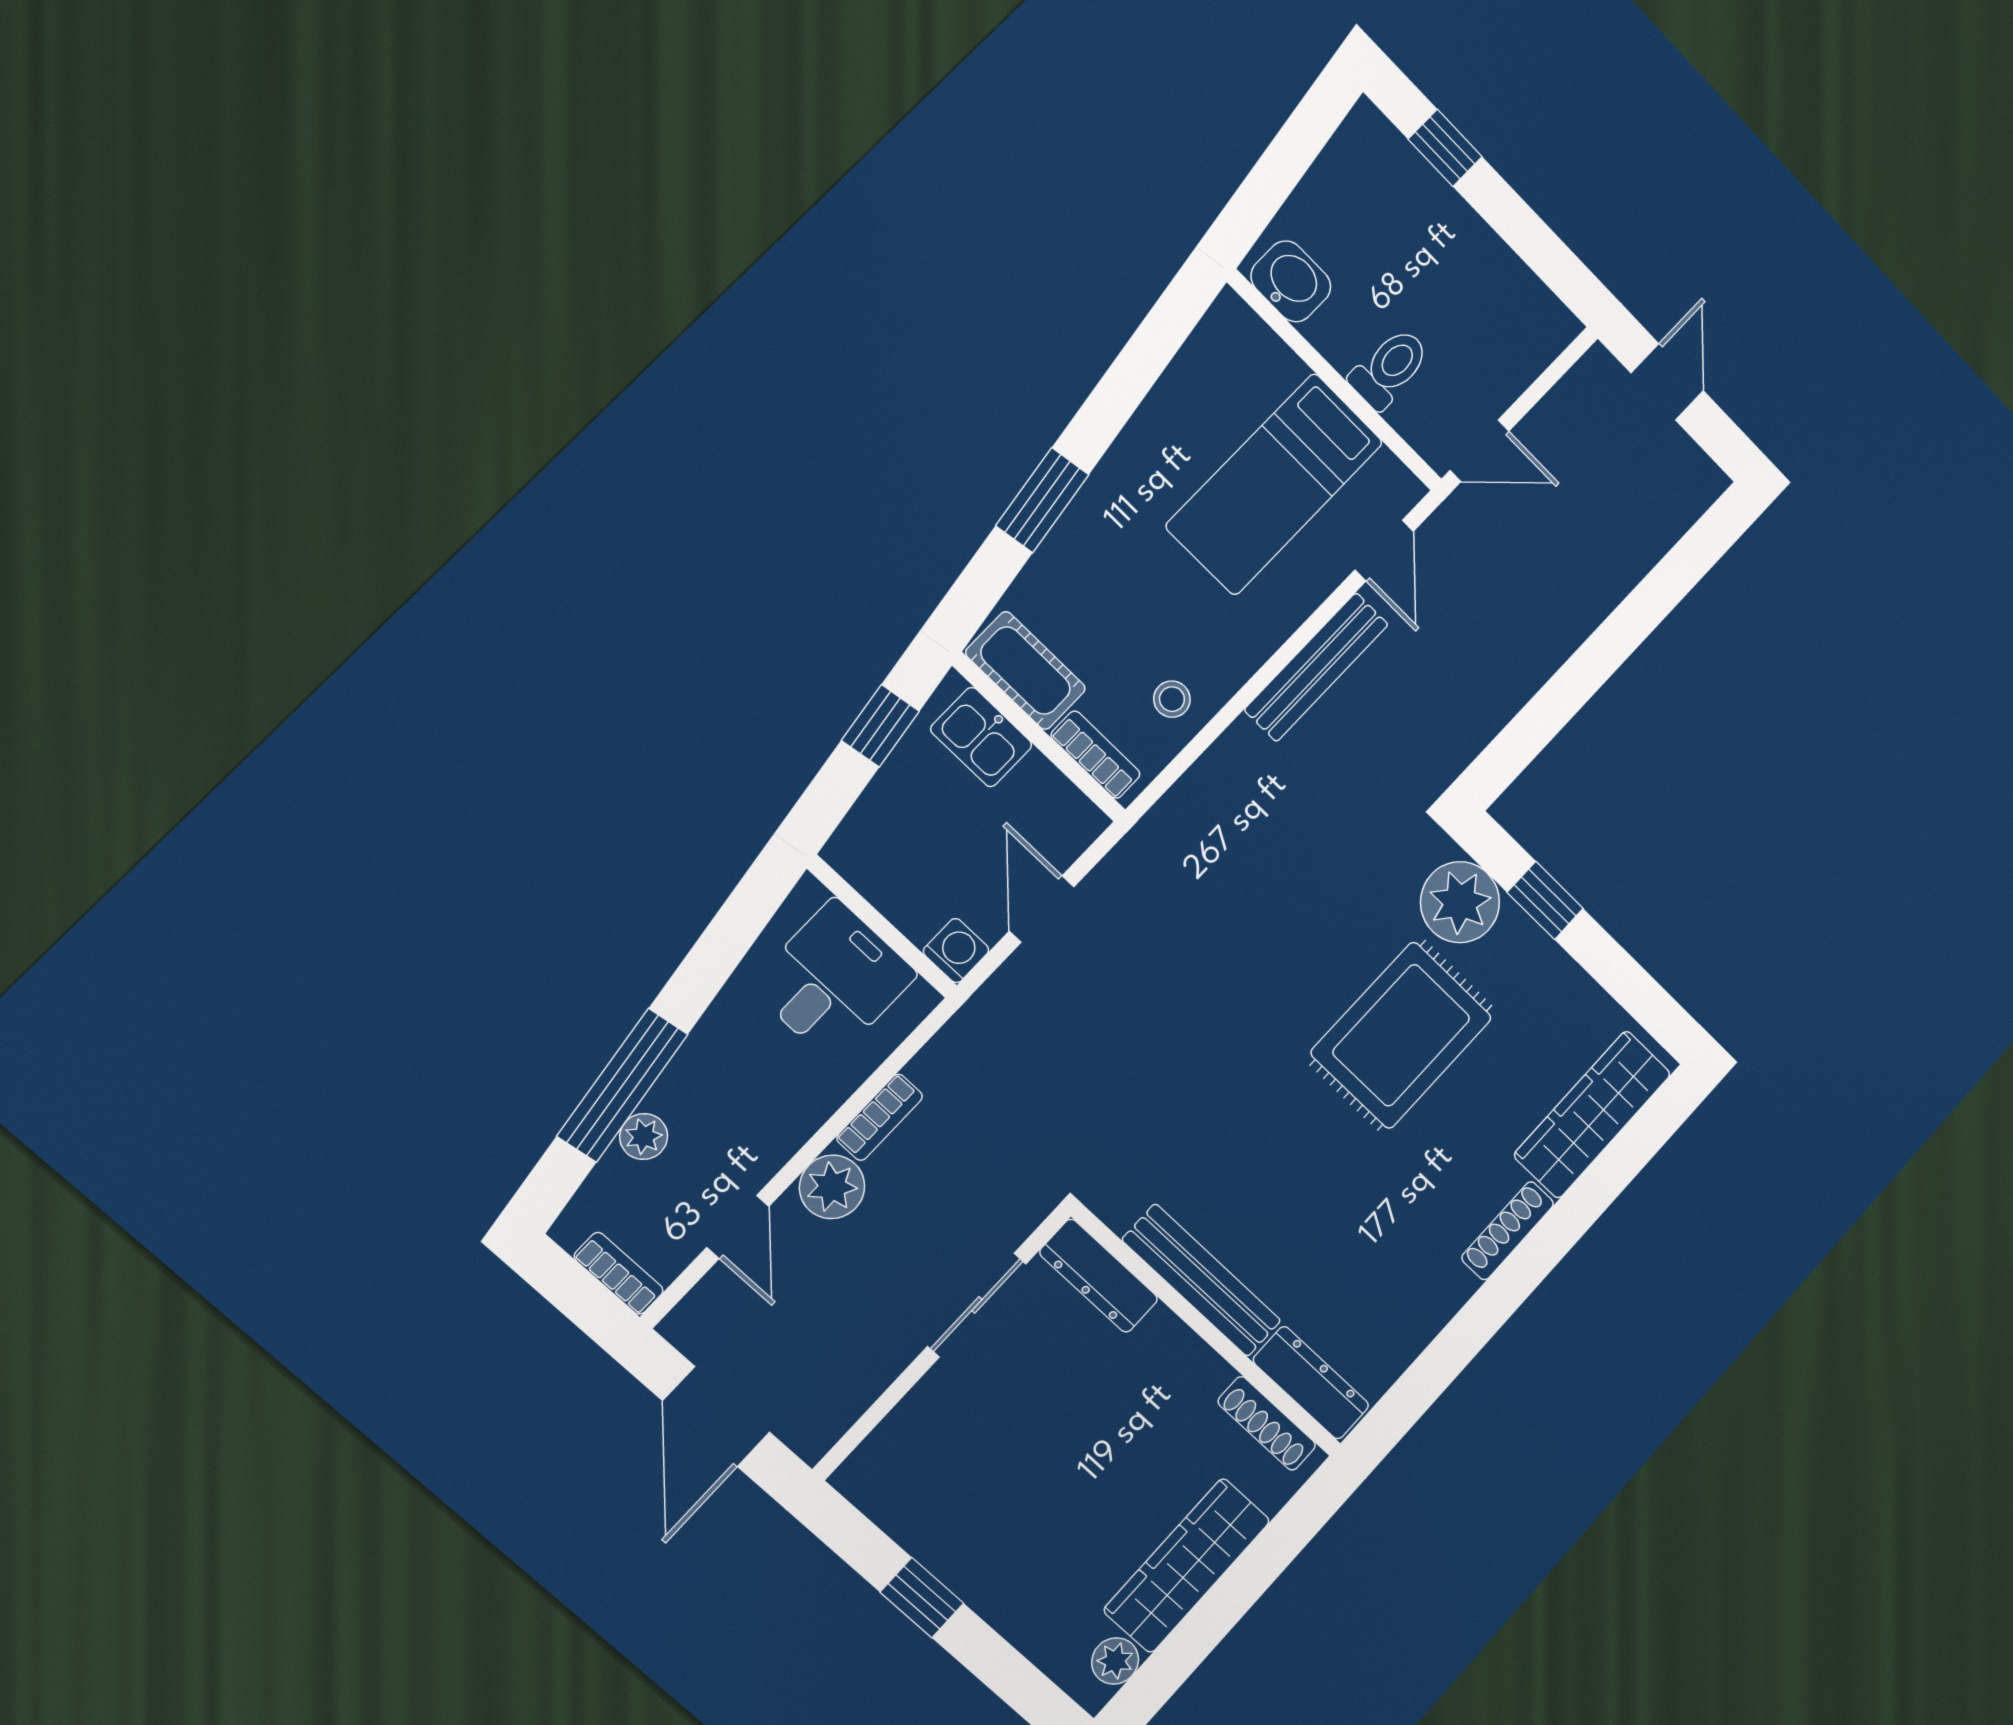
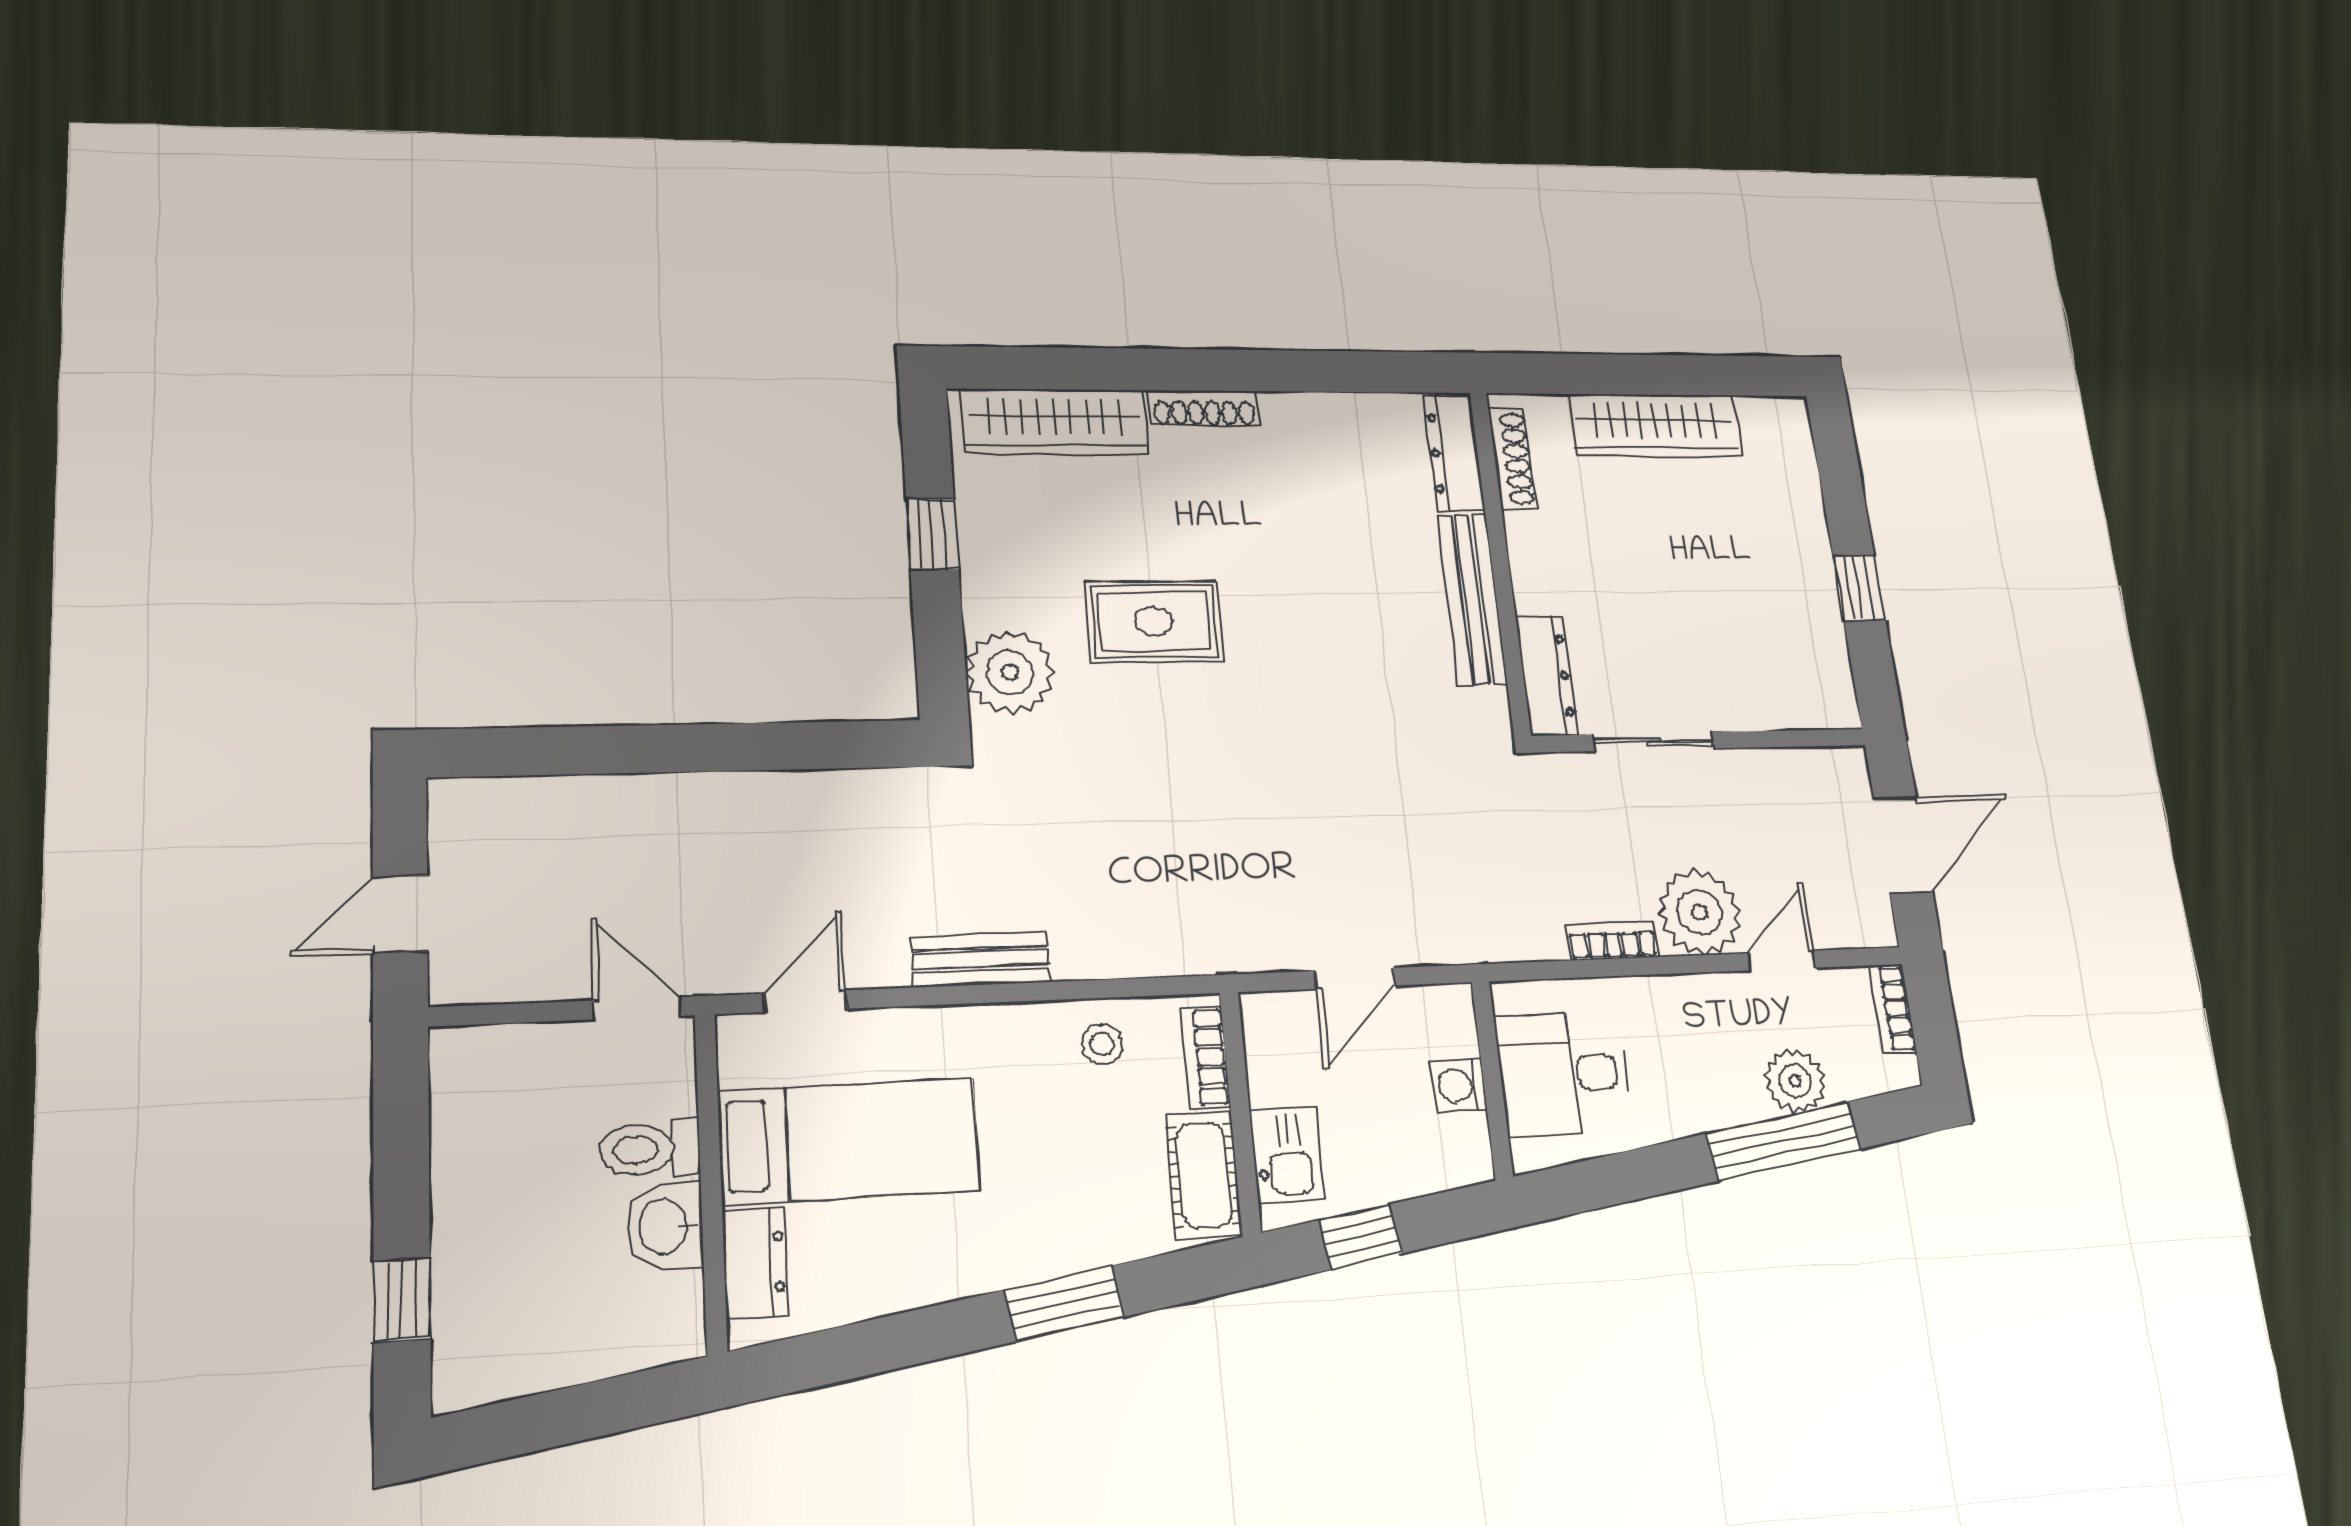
washbasin: (1291, 281) -> (665, 1226), moved
dresser: (1261, 353) -> (755, 1263), added
bench: (1316, 667) -> (980, 959), width x0.73
window: (1545, 900) -> (932, 534), moved
washing machine: (956, 951) -> (1459, 1085), moved
rug: (1401, 1035) -> (1154, 621), width x0.73, depth x0.70
plant: (644, 1136) -> (1795, 1081), width x1.38, depth x1.38
plant: (832, 1187) -> (1699, 912), width x1.36, depth x1.36
plant: (1115, 1661) -> (1760, 416), removed

